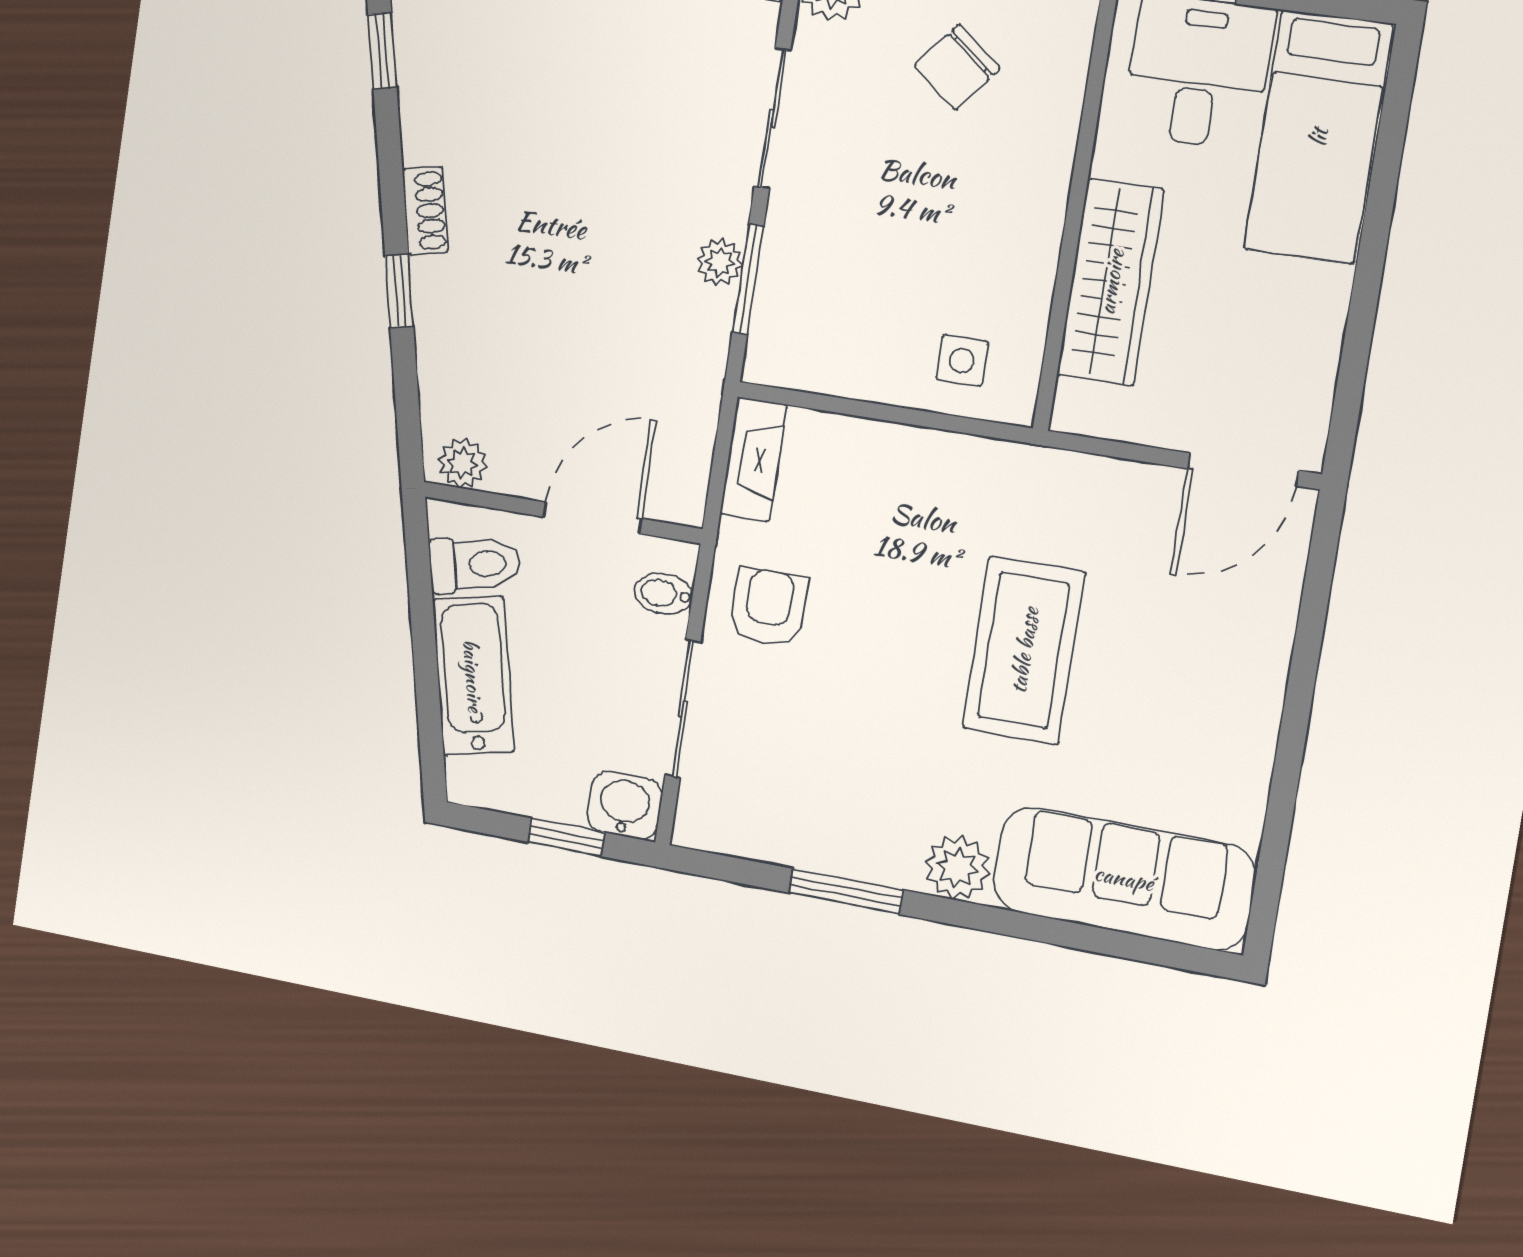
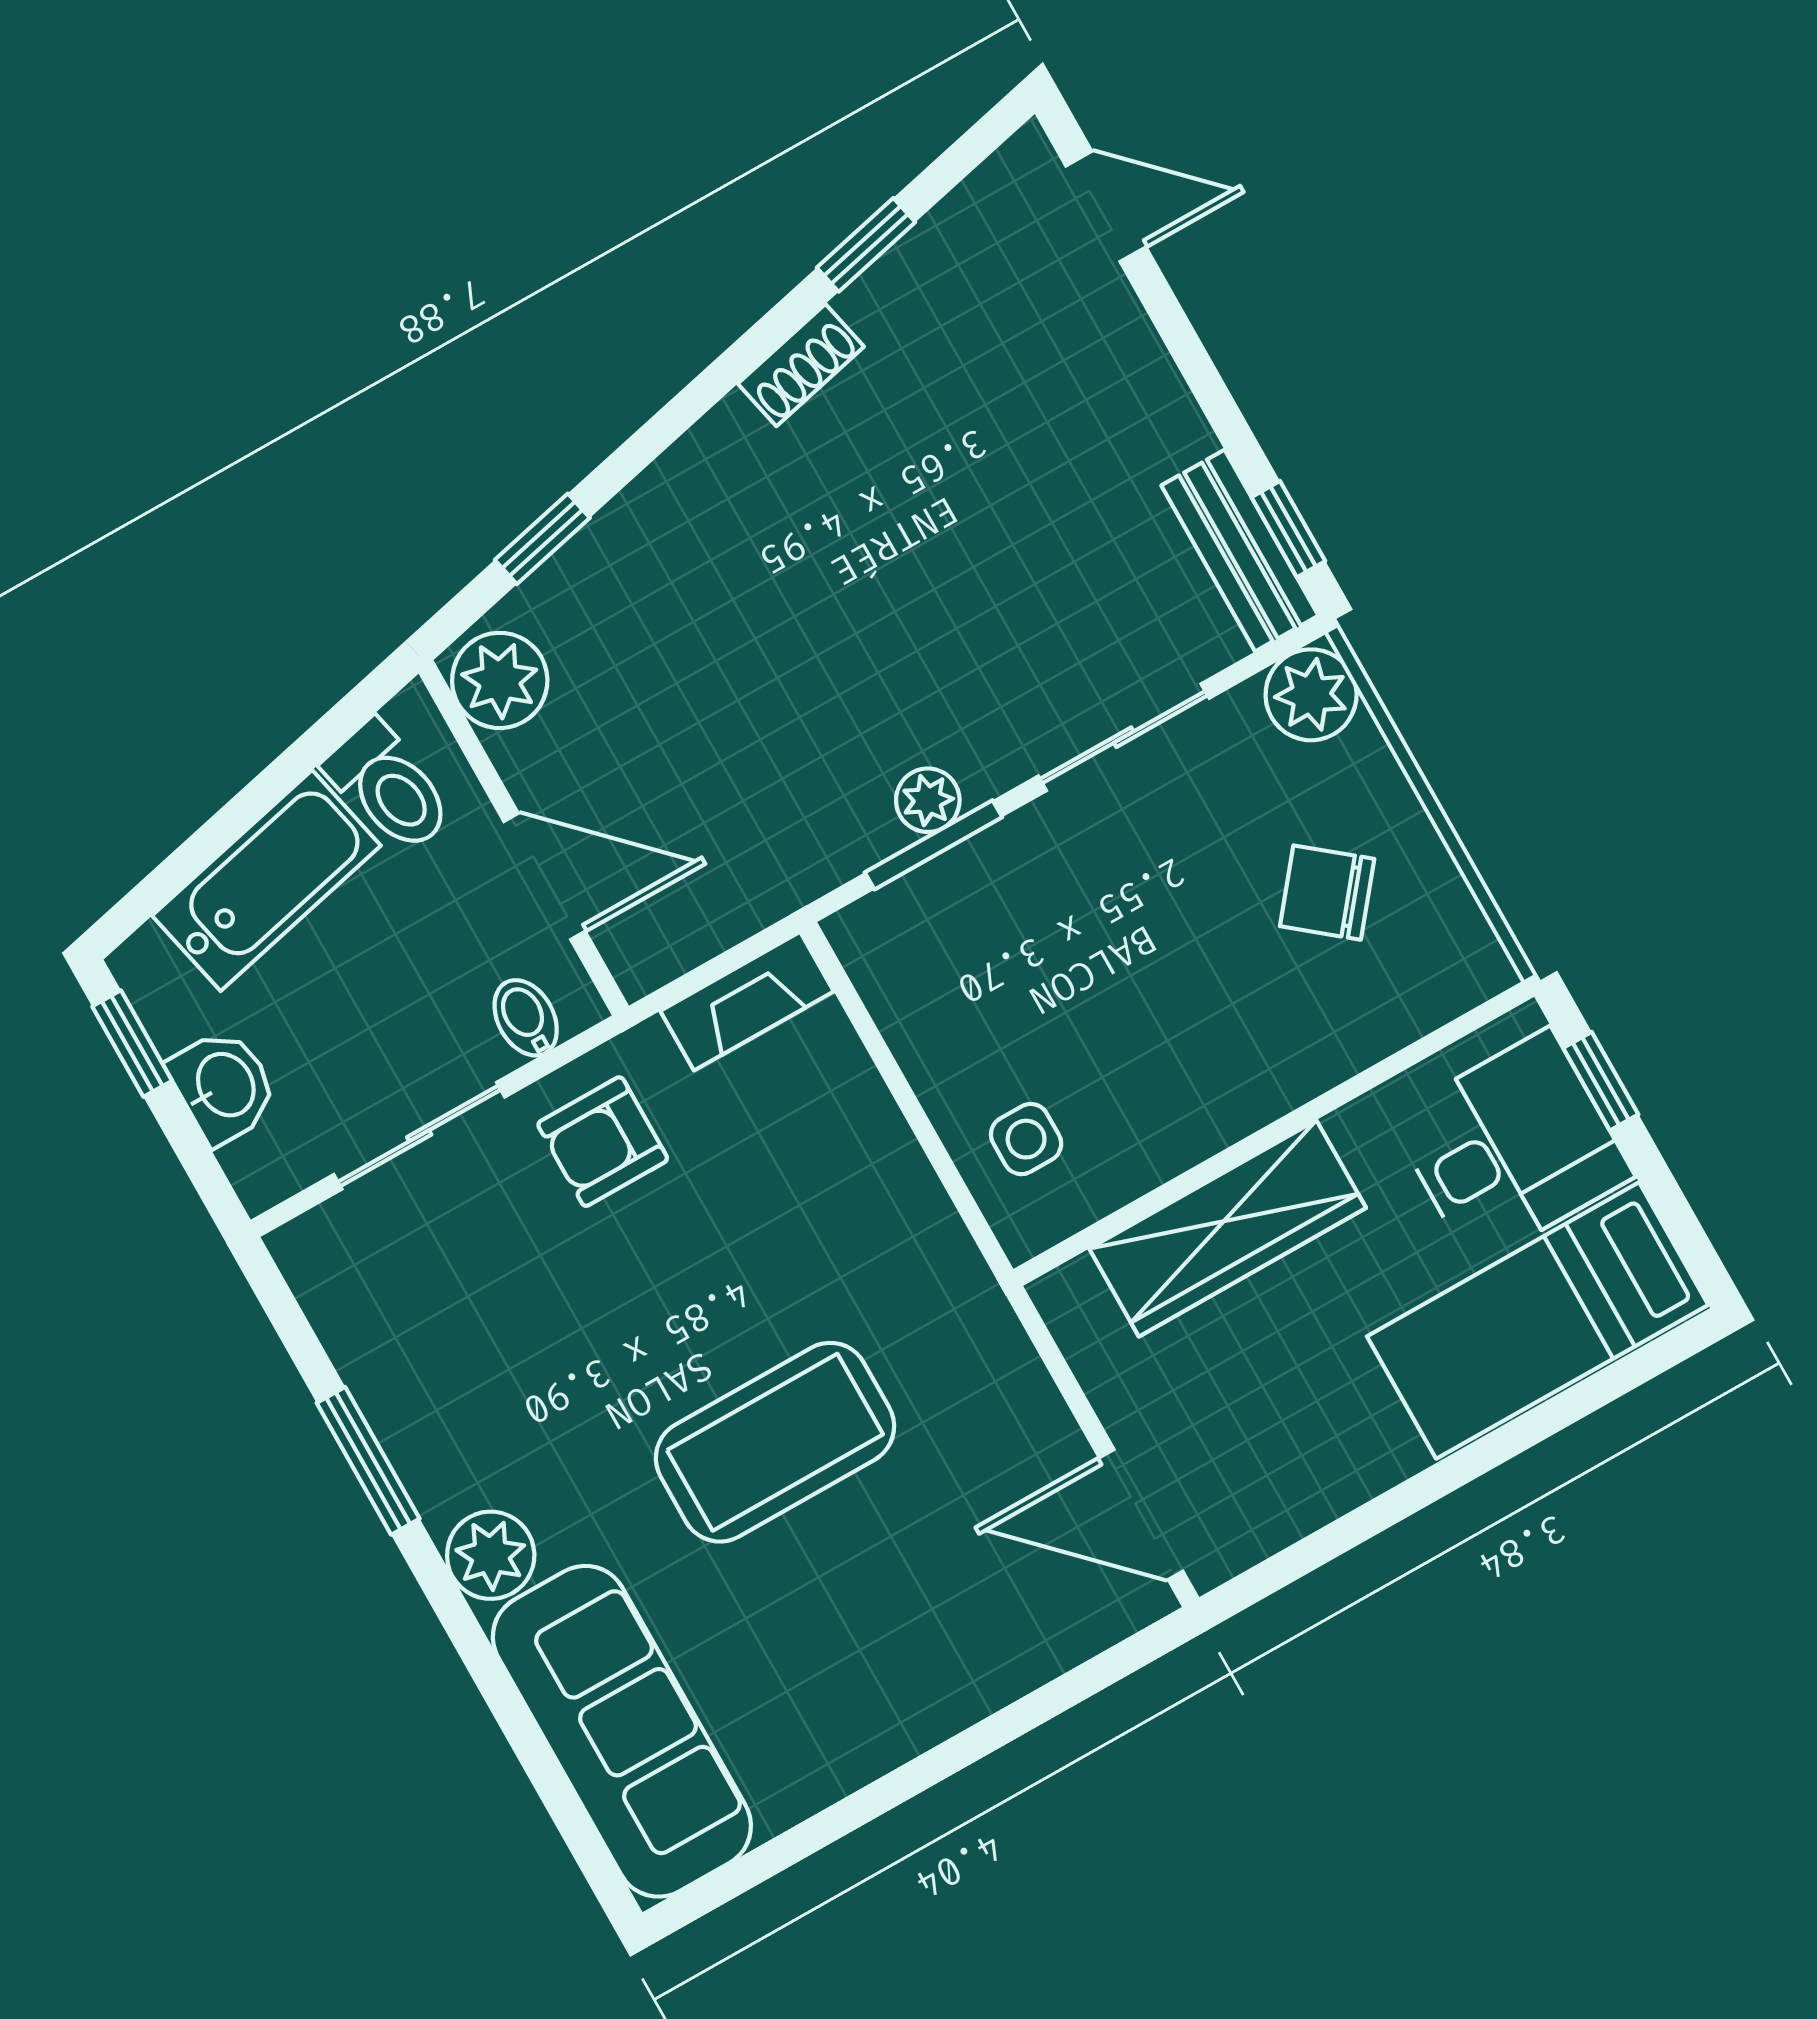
shoe rack: (425, 211) -> (801, 365), moved
window: (399, 291) -> (542, 539), moved
plant: (463, 463) -> (500, 680), width x1.38, depth x1.38
armchair: (769, 607) -> (603, 1142), turned 180
washbasin: (625, 805) -> (224, 1086), moved
window: (566, 837) -> (132, 1044), moved

